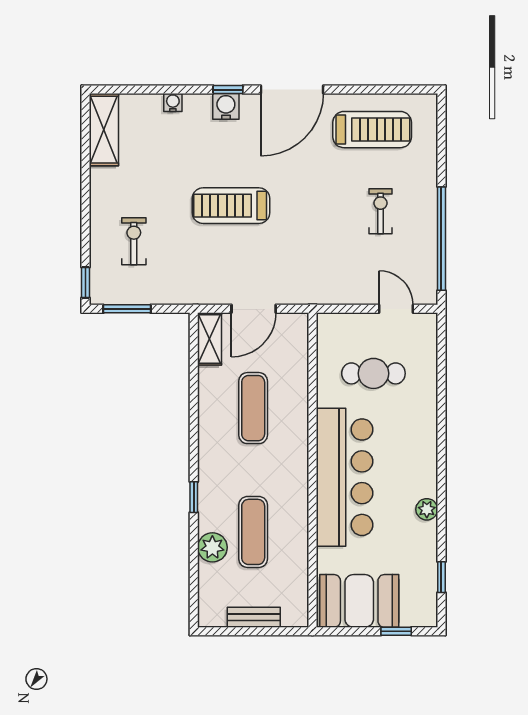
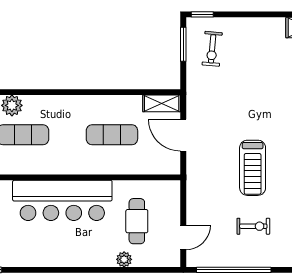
treadmill: (231, 206) -> (253, 168), moved, turned 180
exercise bike: (134, 241) -> (212, 49), moved, turned 95
window: (194, 497) -> (48, 92), removed
plant: (427, 509) -> (124, 259), moved

